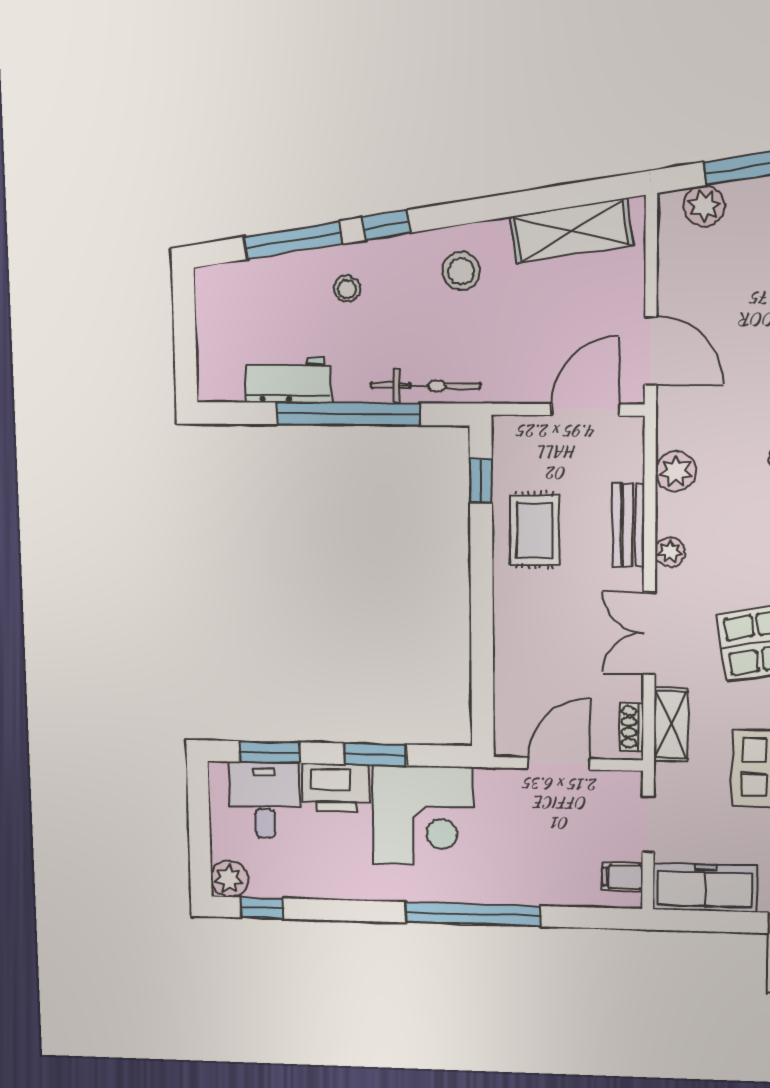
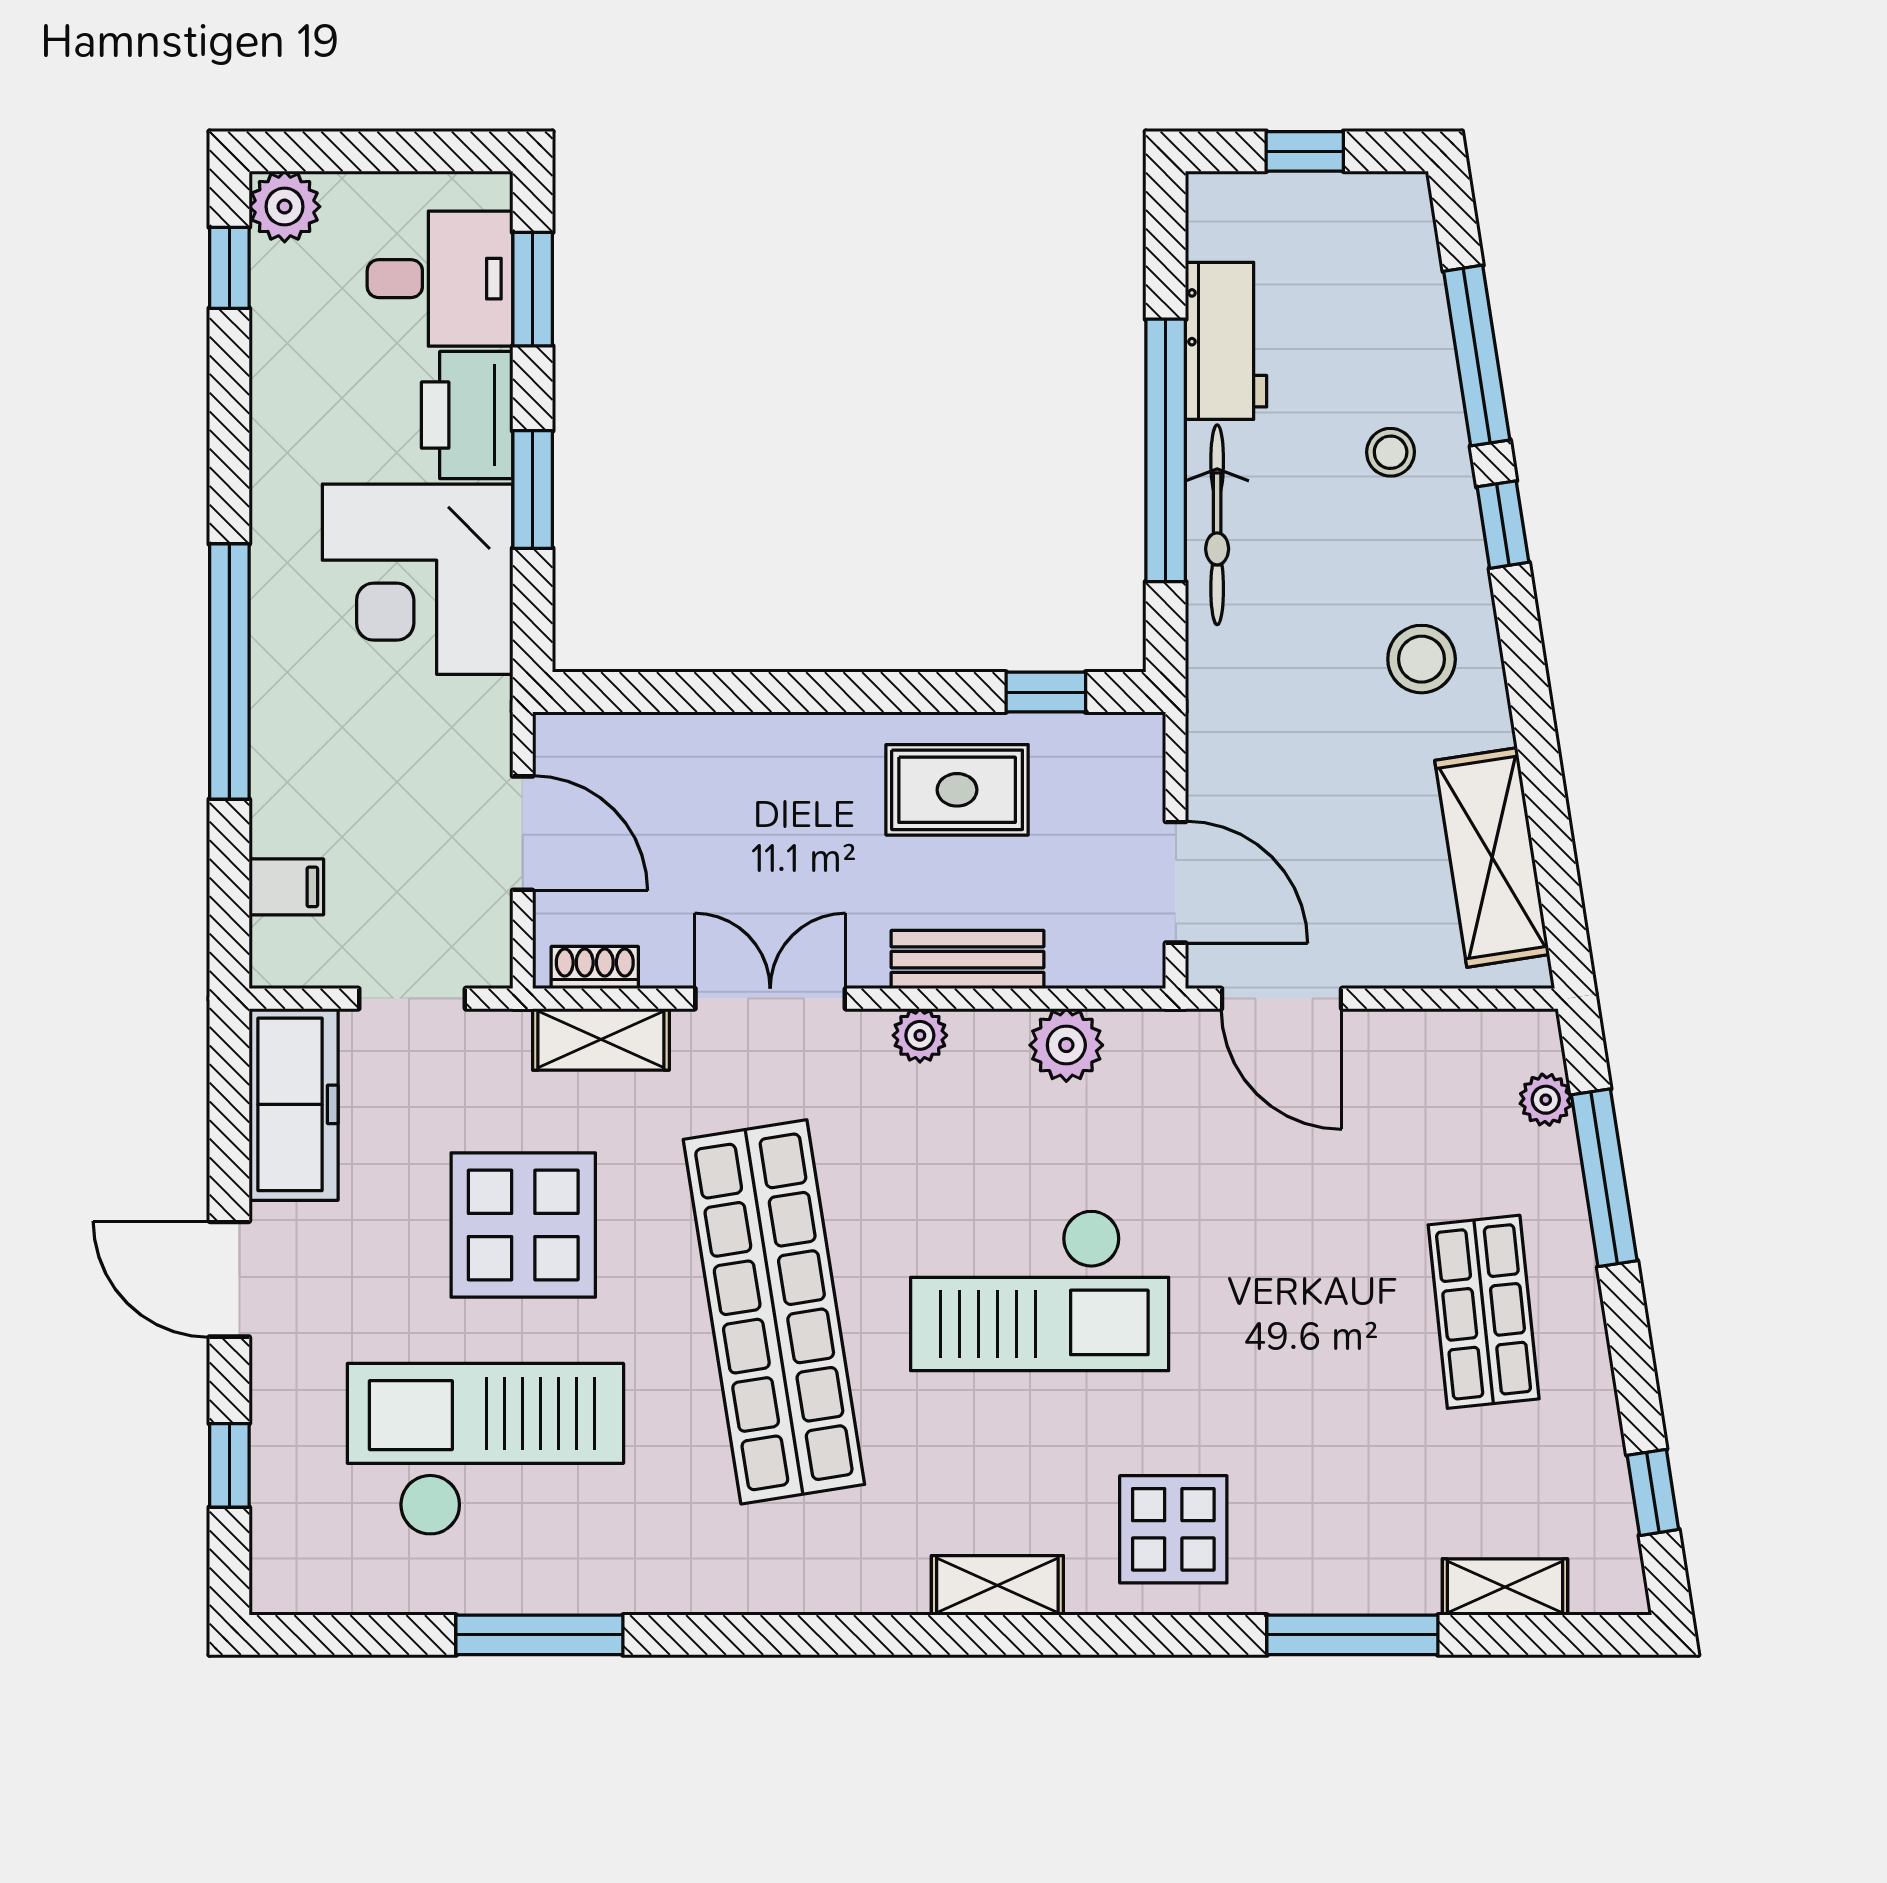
plant: (704, 206) -> (1546, 1100), width x0.73, depth x0.73
window: (185, 336) -> (1305, 151), added
door: (651, 351) -> (1282, 999), hinge flipped
bicycle: (426, 386) -> (1217, 525), moved
filing cabinet: (622, 877) -> (286, 887), moved, turned 90

